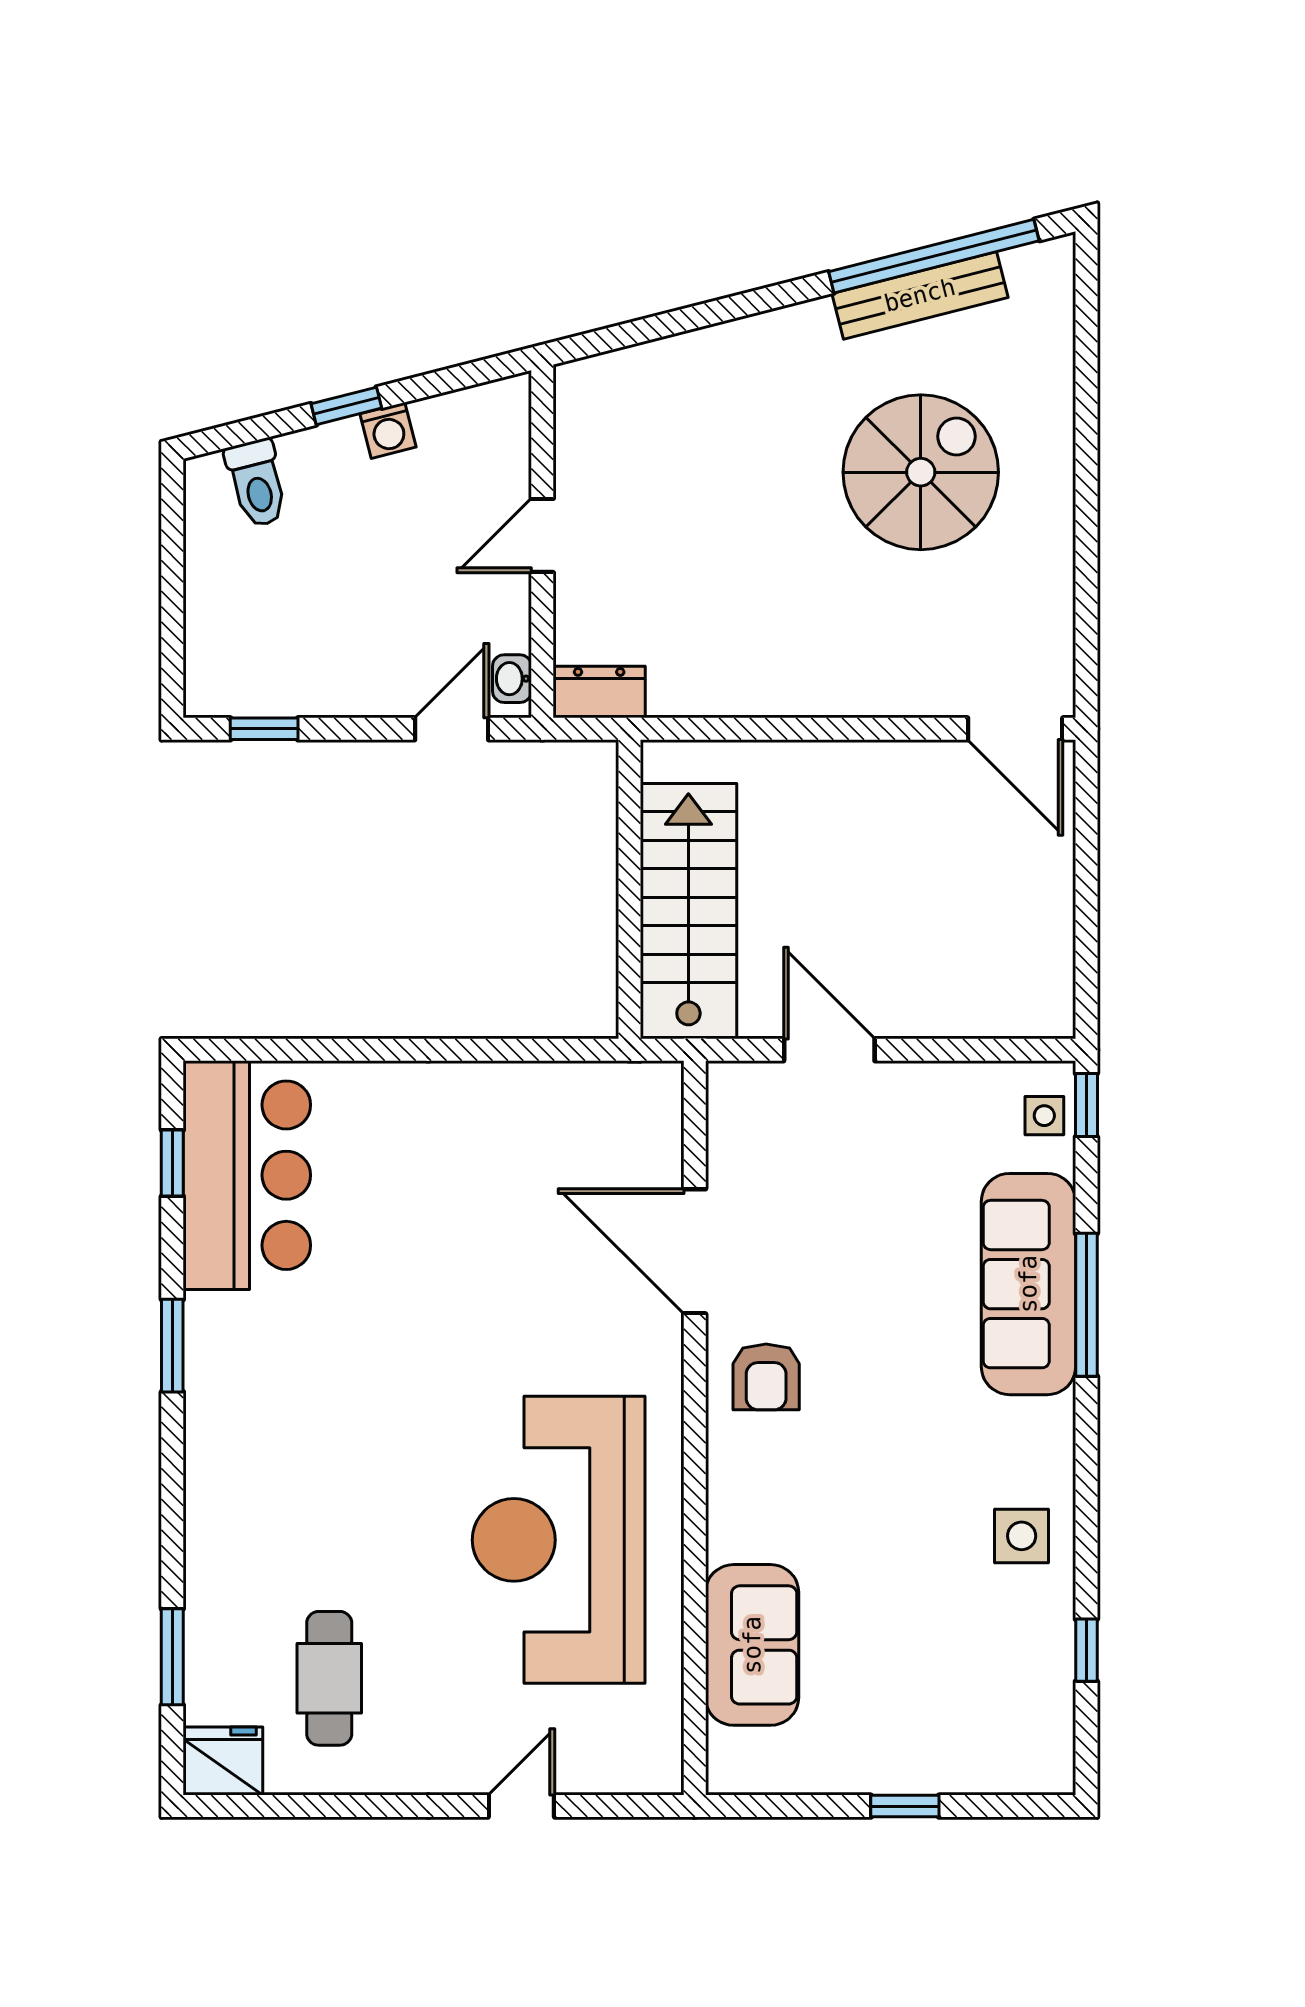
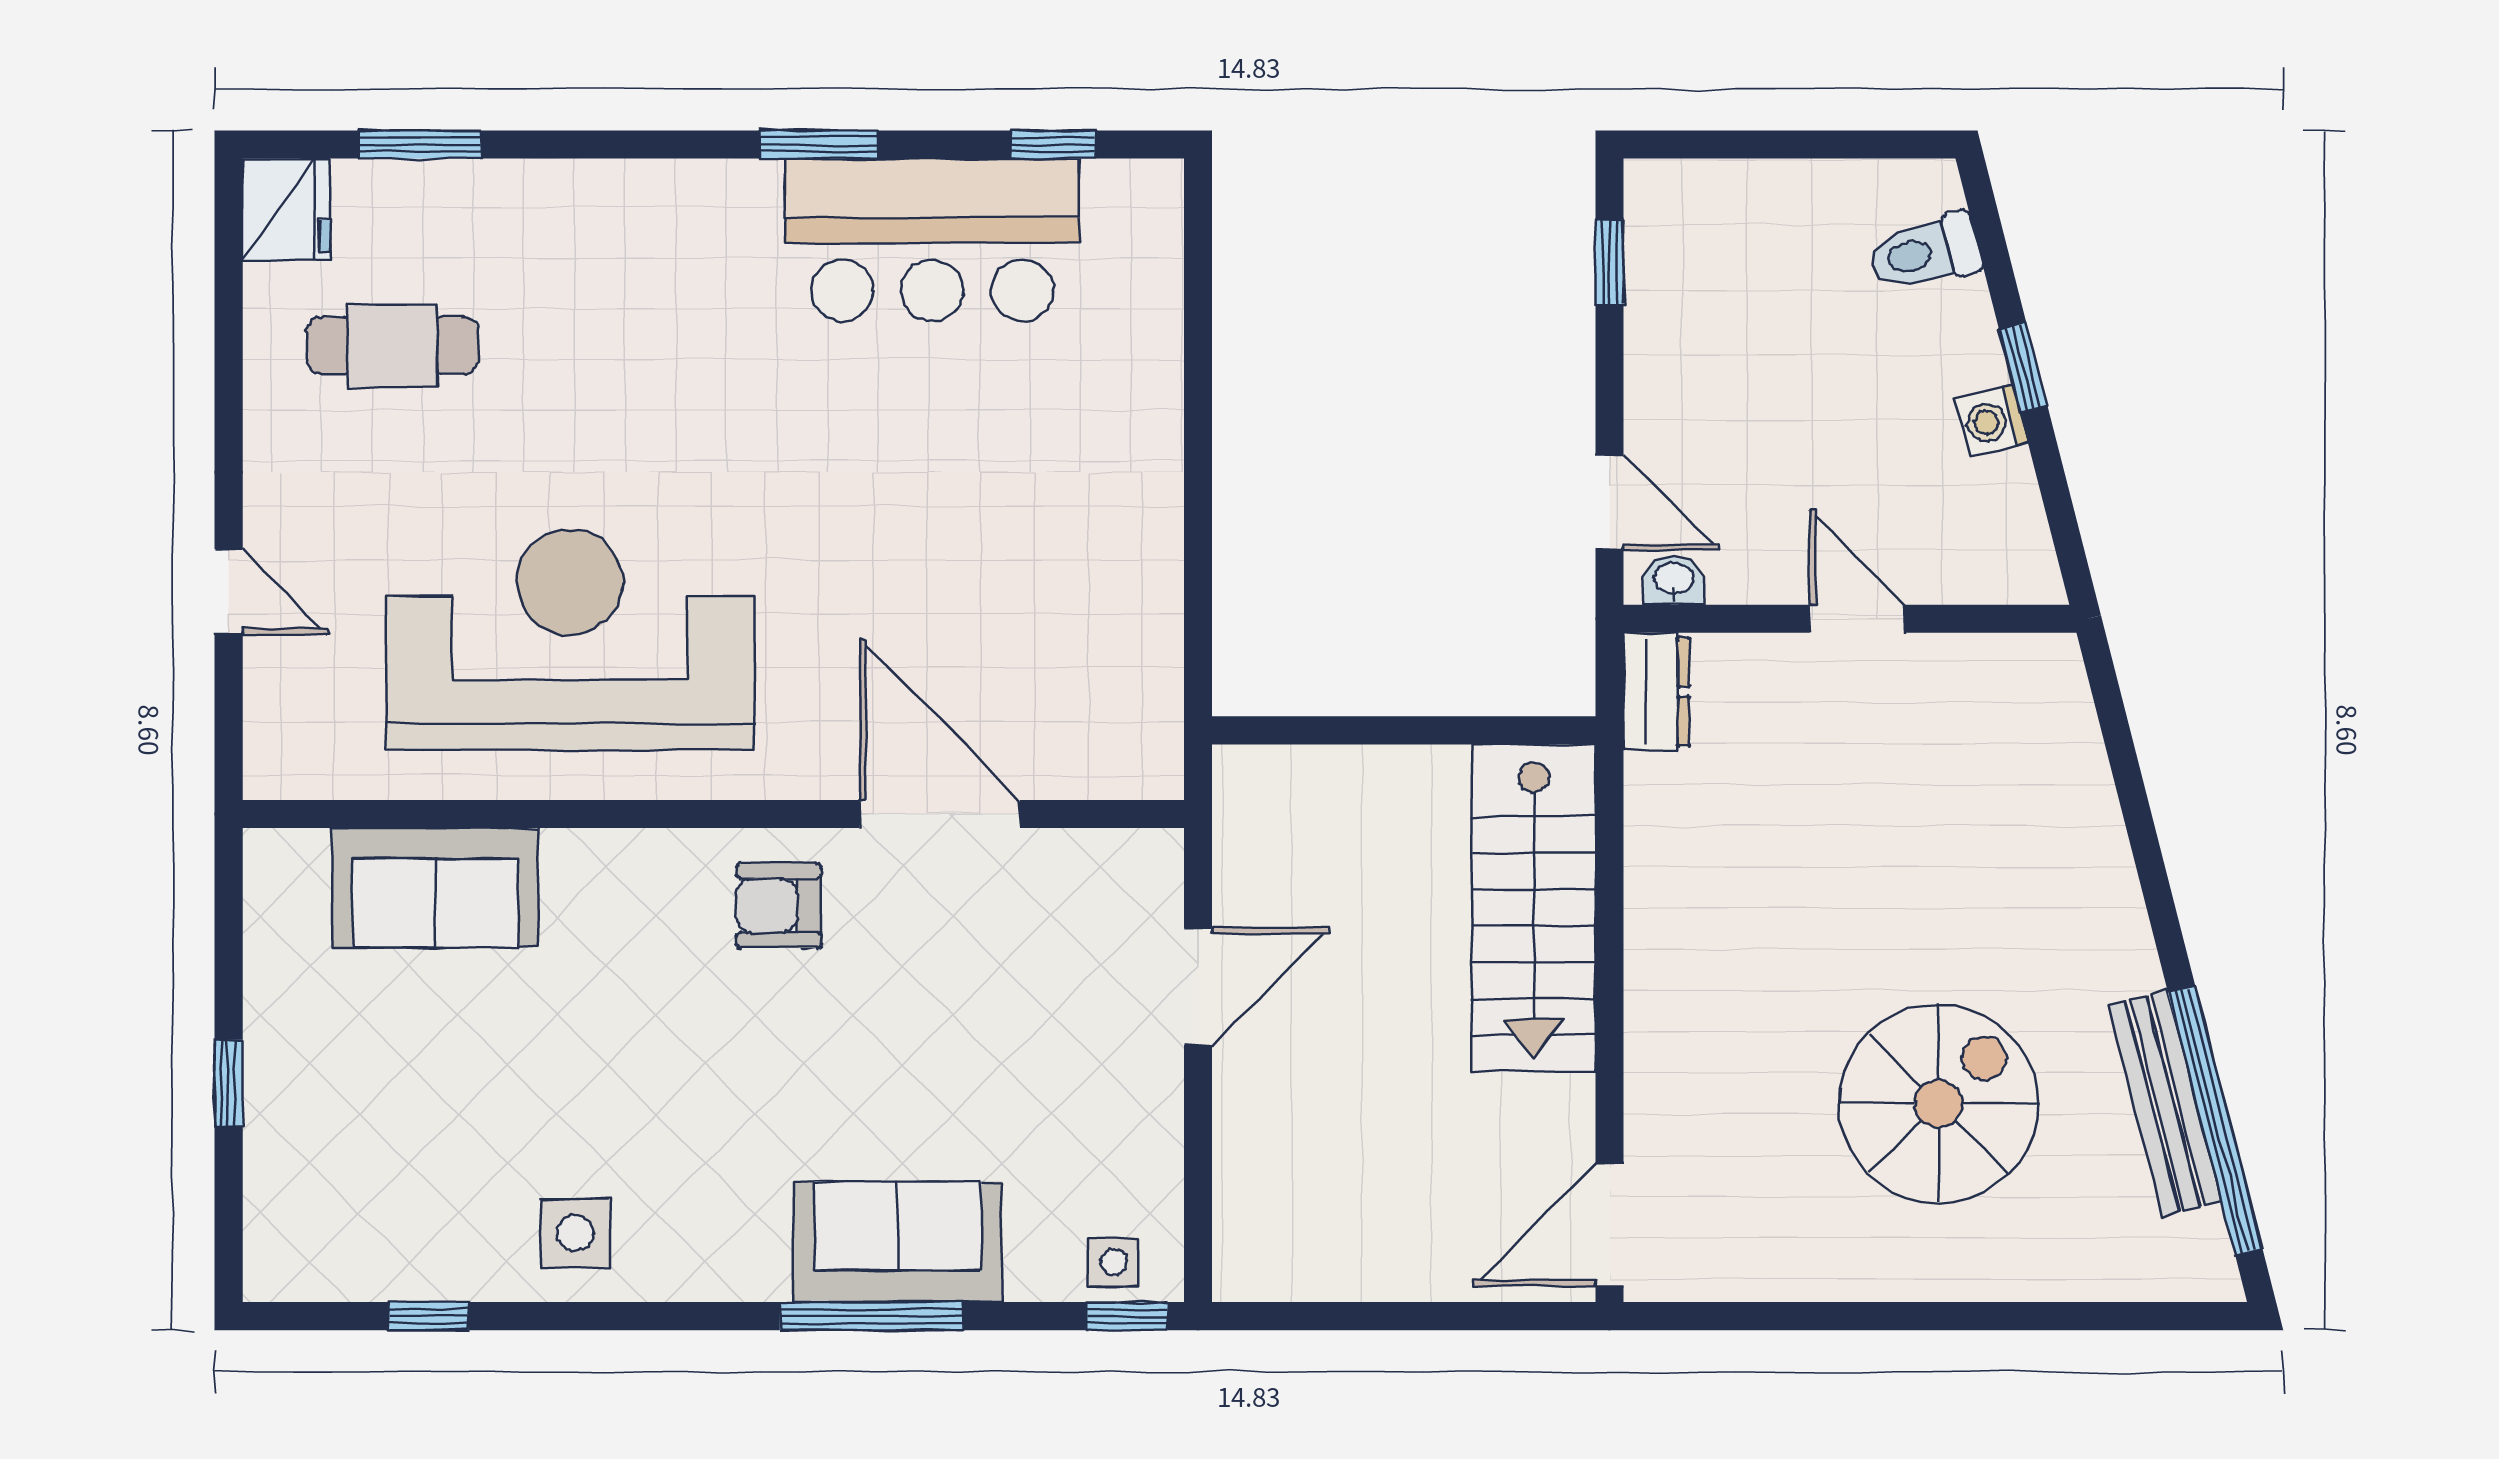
spiral stairs: (921, 472) -> (1938, 1104), turned -90
stairs: (688, 911) -> (1534, 908), moved, turned 90
bar counter: (247, 1175) -> (932, 240), moved
door: (695, 1251) -> (940, 814), hinge flipped
sofa: (1028, 1284) -> (898, 1242), width x0.73

